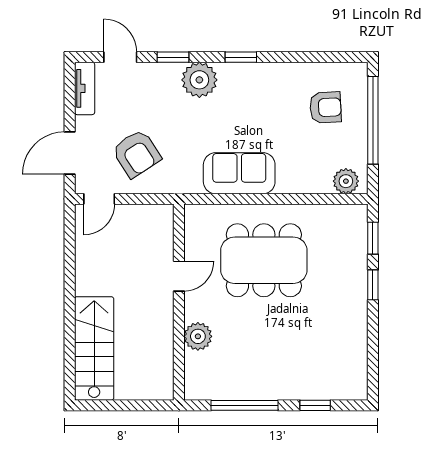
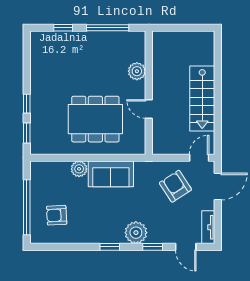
plant: (346, 181) -> (79, 169), moved
door: (179, 276) -> (149, 109), hinge flipped
stairs: (94, 348) -> (202, 99), moved

